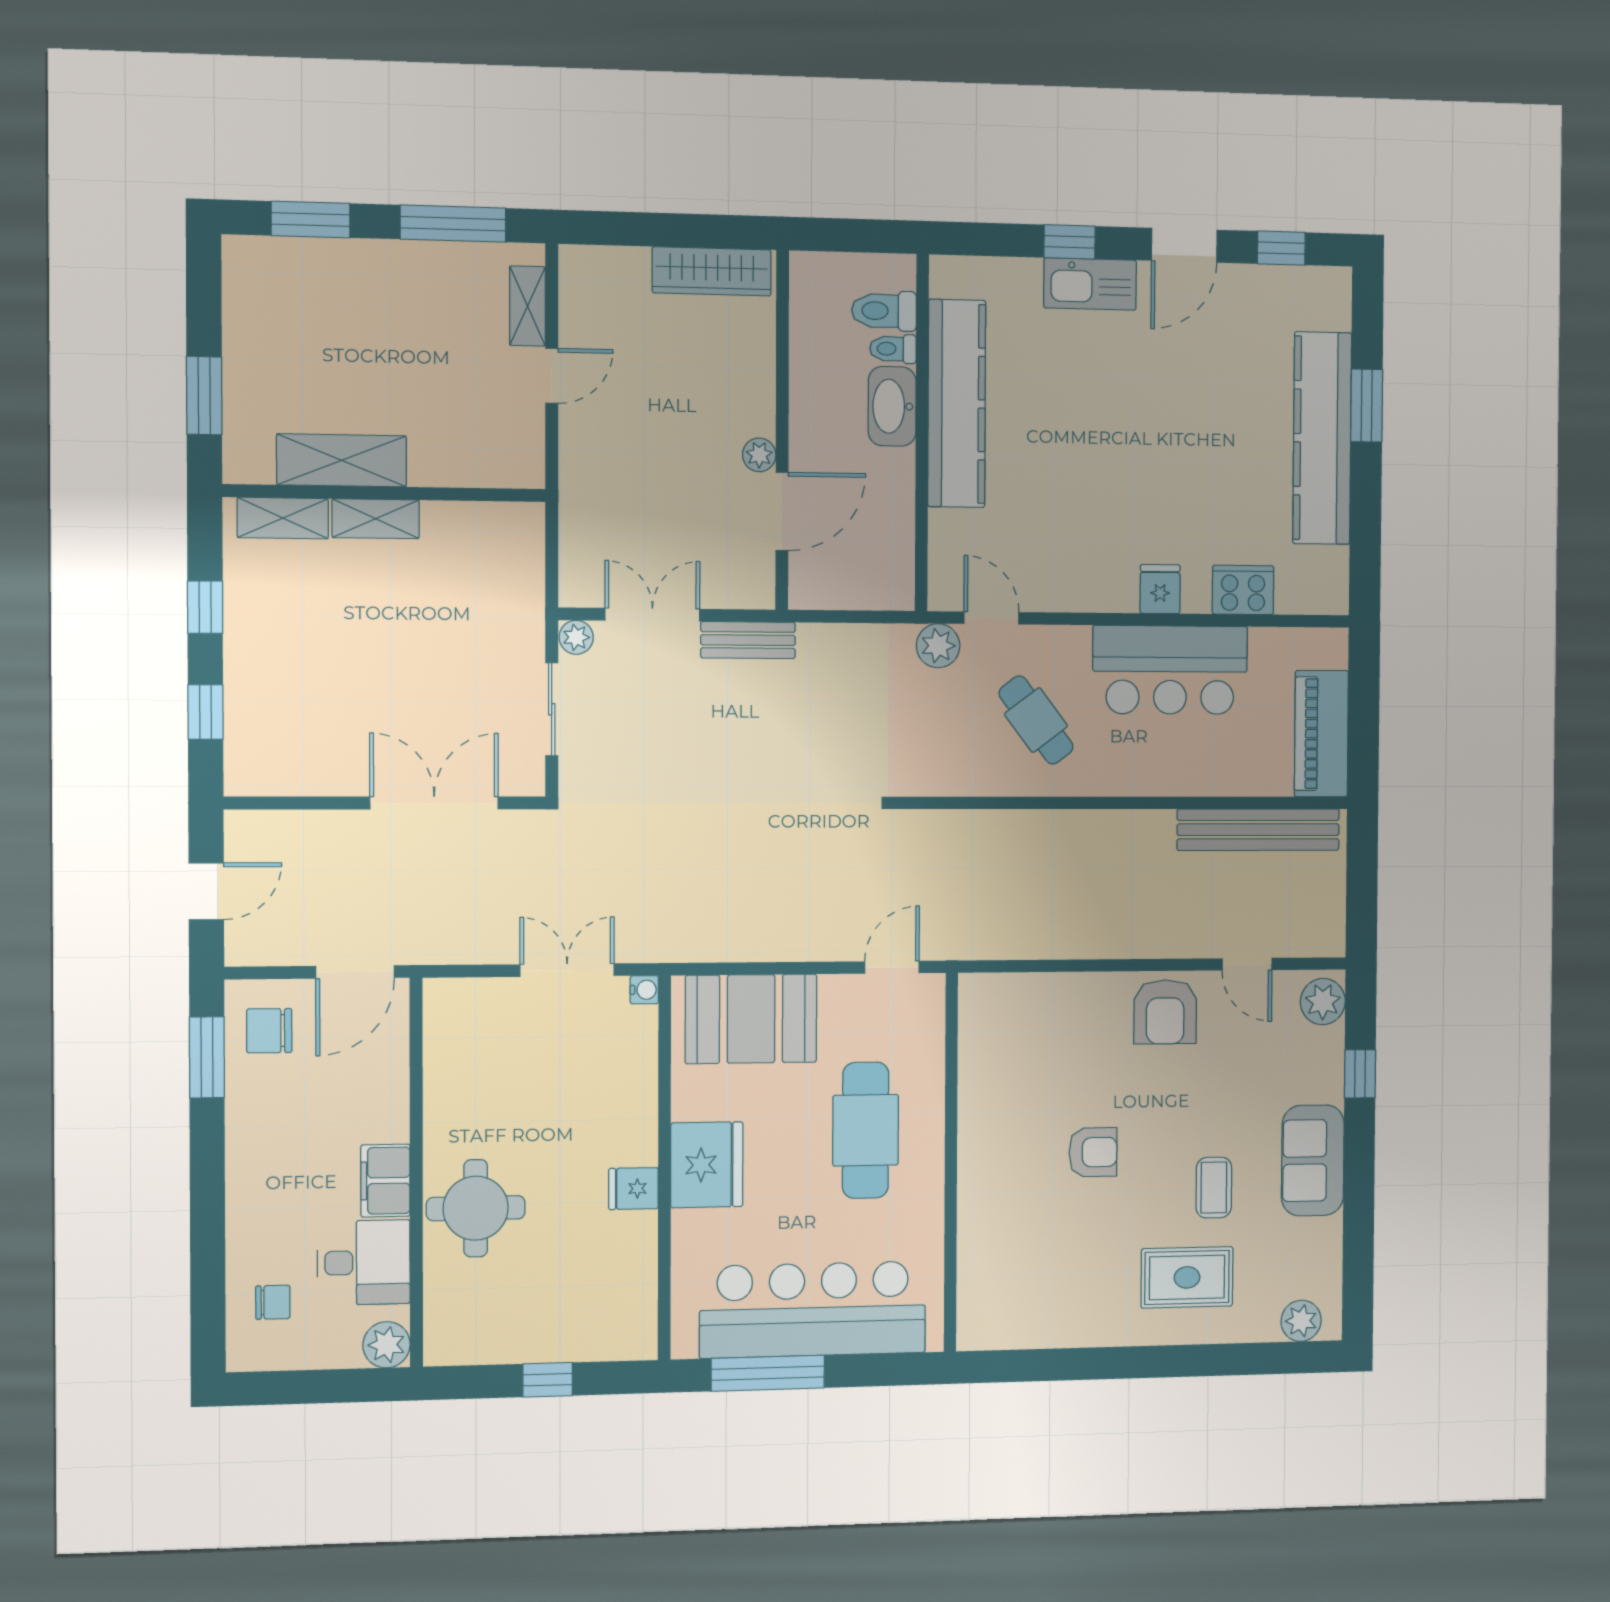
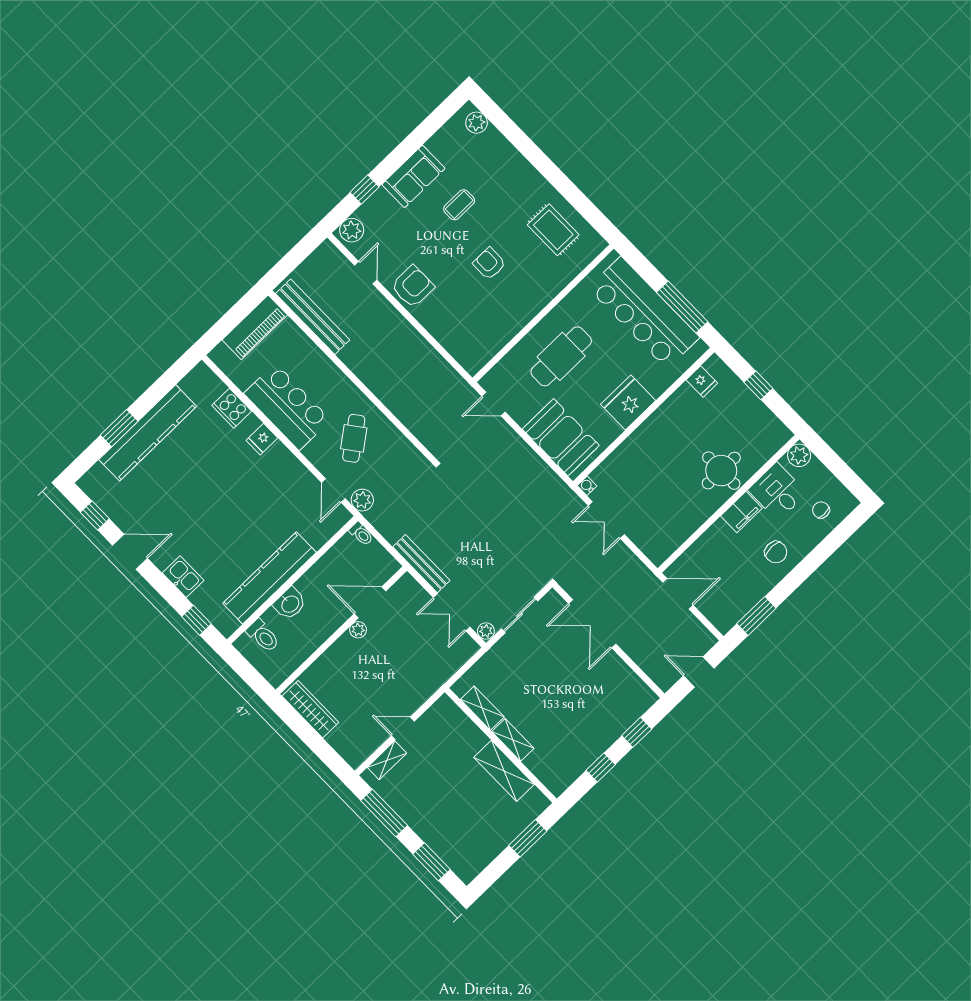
window: (1070, 242) -> (197, 620), moved
kitchen sink: (1090, 284) -> (183, 577), width x0.73
toilet: (893, 349) -> (361, 534), moved
washbasin: (892, 406) -> (290, 604), width x0.72
shelving: (283, 518) -> (482, 708), moved
bench: (748, 640) -> (421, 564), width x1.36
chair: (269, 1031) -> (776, 552), moved
fridge: (633, 1189) -> (702, 381), moved
rug: (1187, 1277) -> (553, 230), moved

